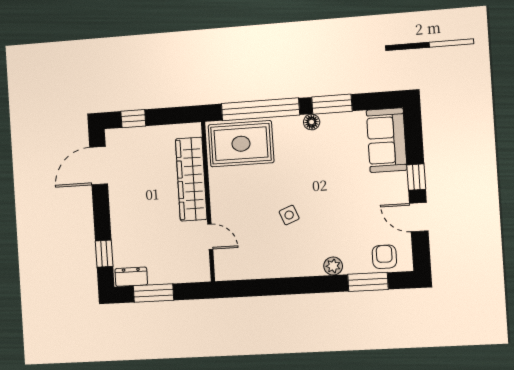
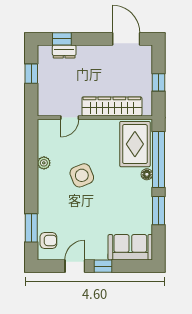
window: (133, 119) -> (159, 82), moved
floor lamp: (312, 122) -> (147, 174), moved
side table: (289, 215) -> (82, 175), width x1.87, depth x1.87
plant: (333, 266) -> (44, 163), moved
dresser: (131, 277) -> (64, 51), moved, turned 90
window: (154, 293) -> (31, 74), width x0.67

